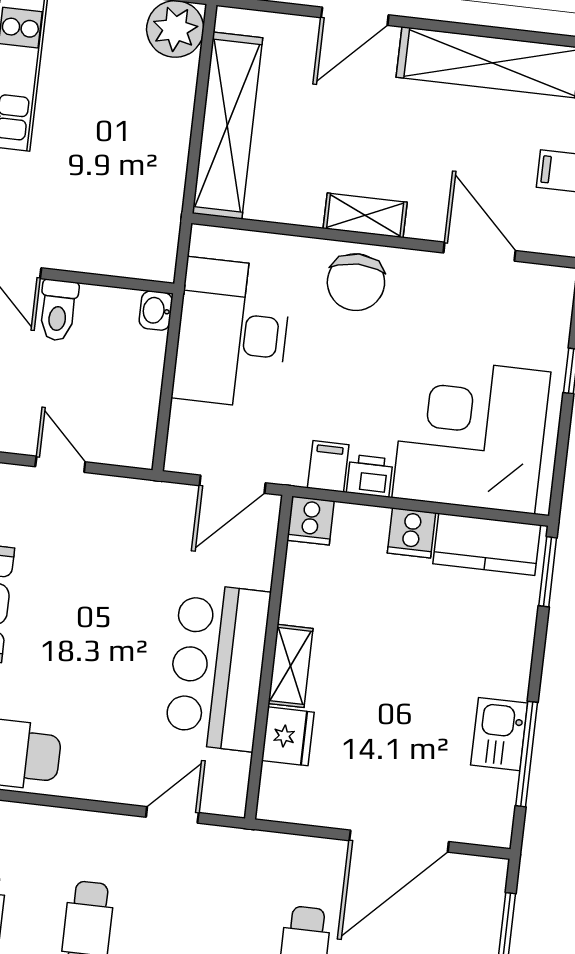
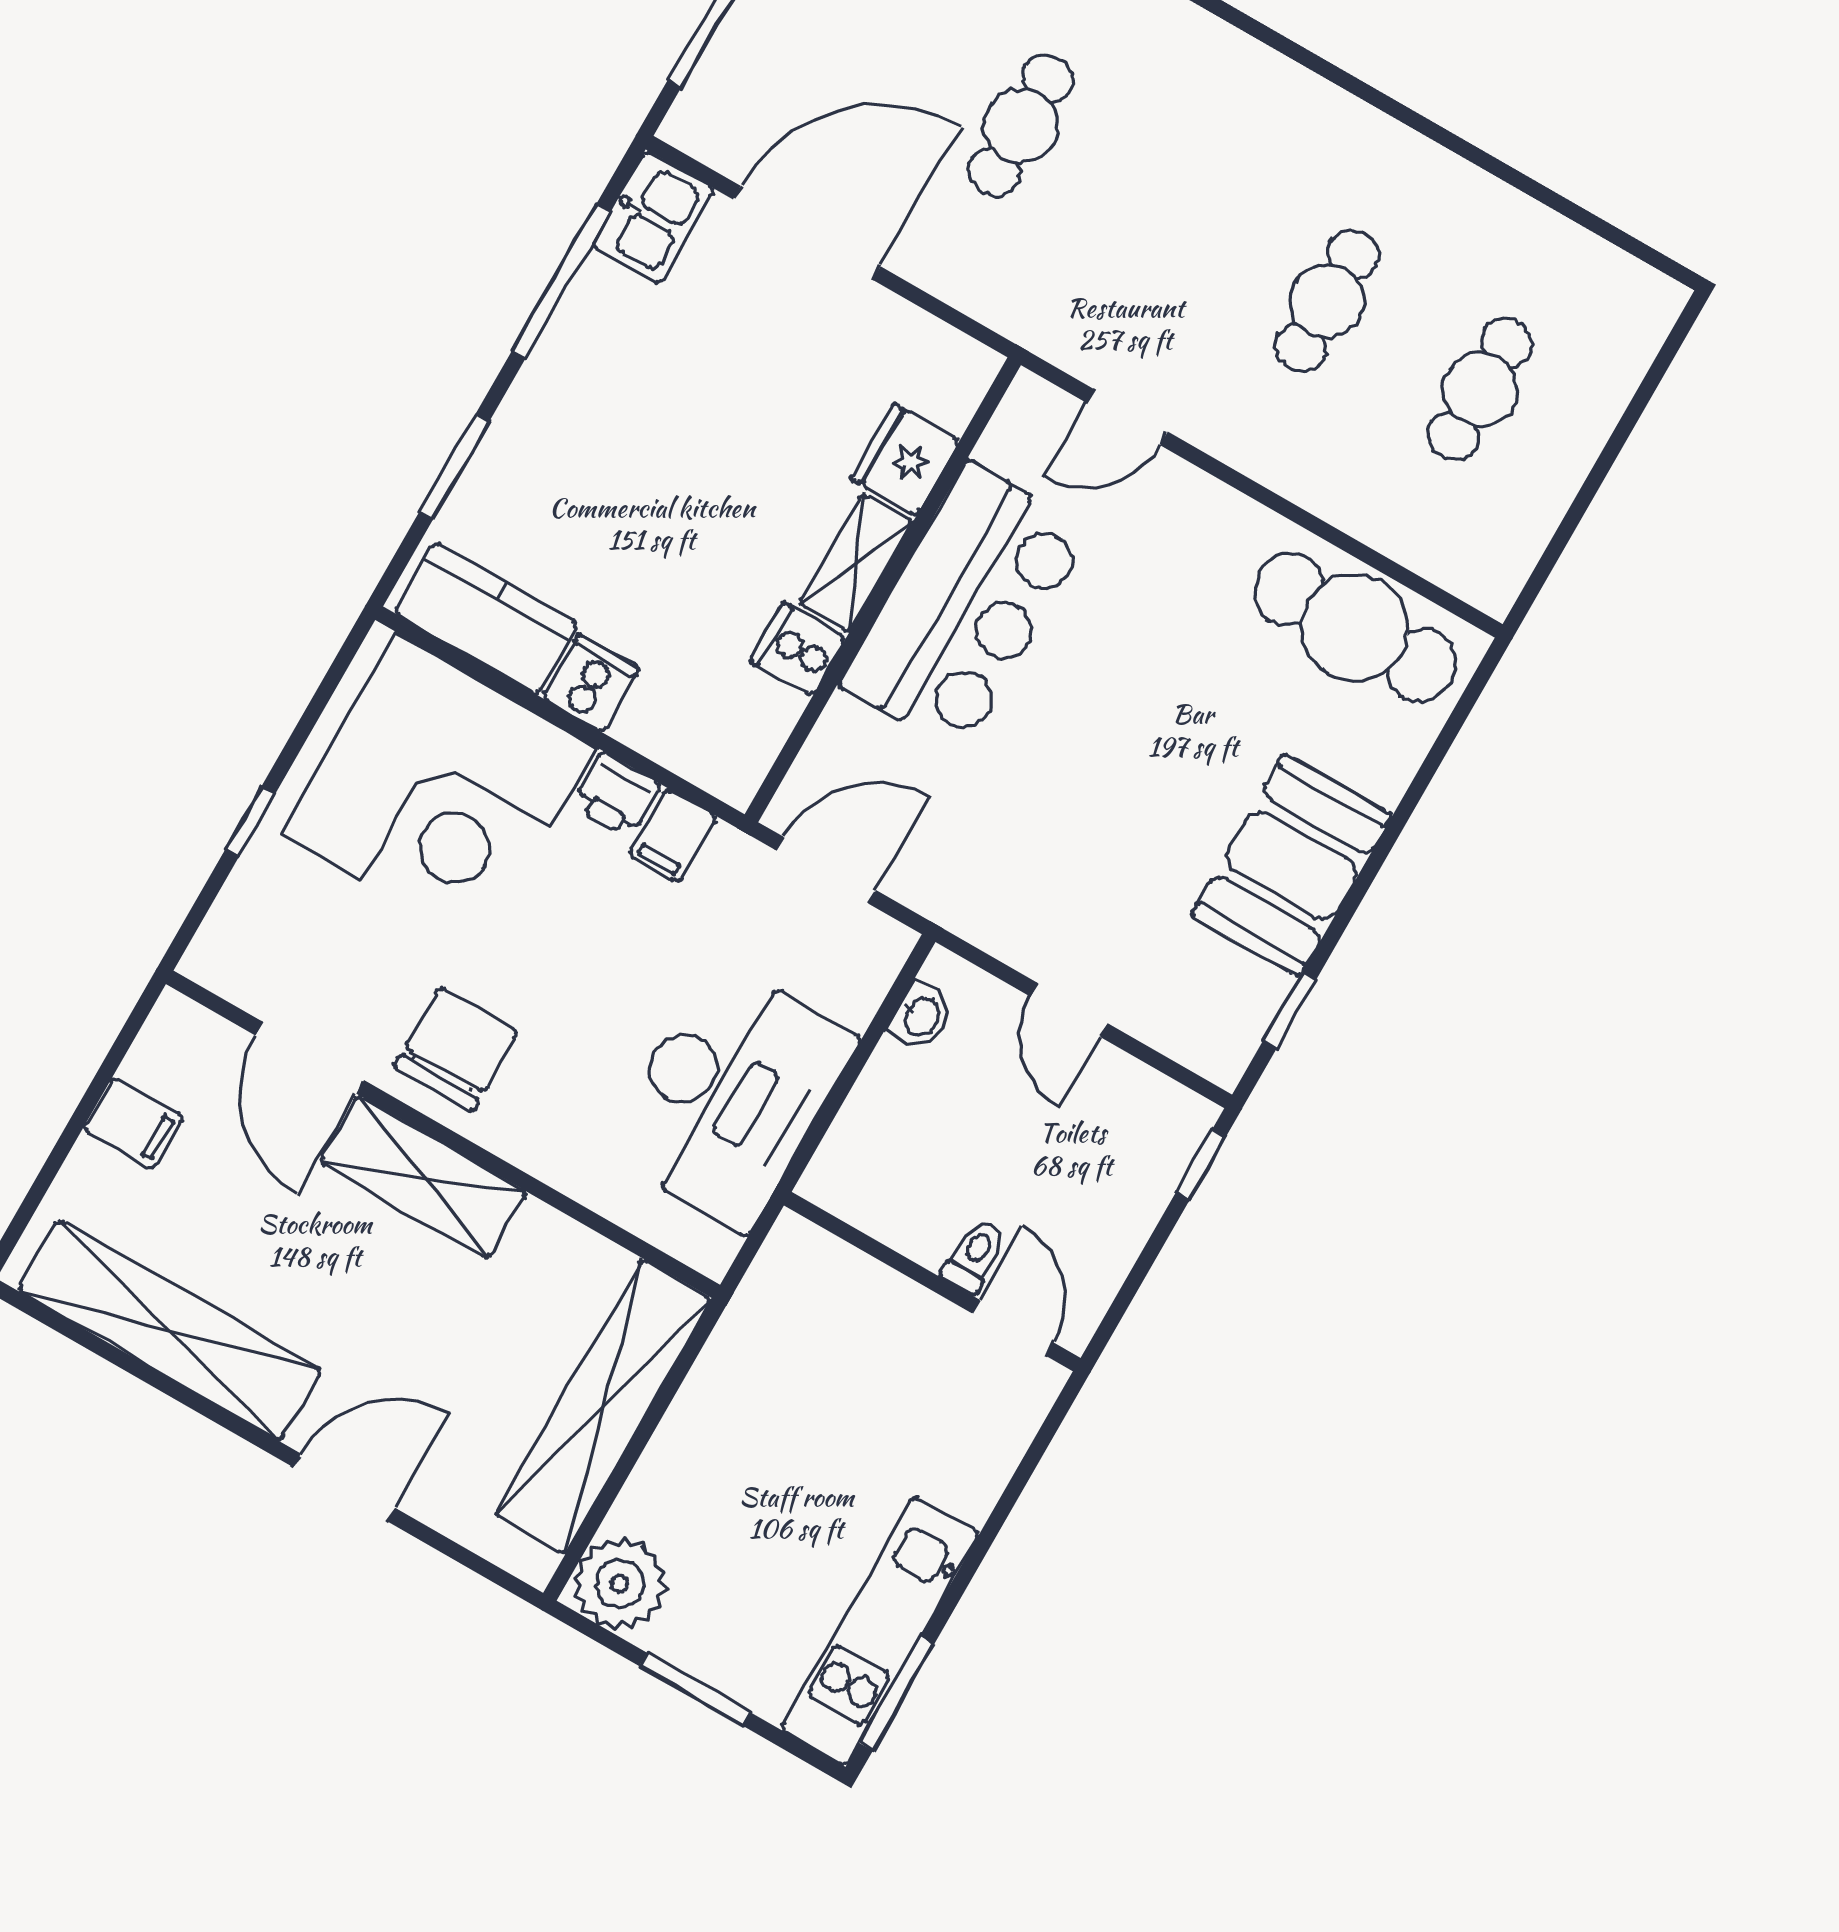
shelving: (365, 215) -> (423, 1177), width x1.50, depth x1.33
chair: (356, 282) -> (456, 1049), moved
toilet: (58, 310) -> (974, 1256), width x0.73, depth x0.72
washbasin: (156, 311) -> (921, 1017), moved
cooker: (311, 521) -> (798, 650), moved, turned -90
window: (548, 572) -> (454, 466), moved
kitchen sink: (499, 734) -> (653, 217), moved

